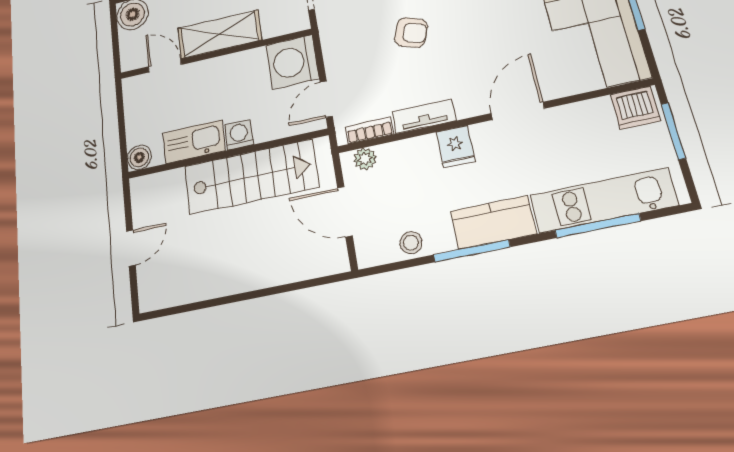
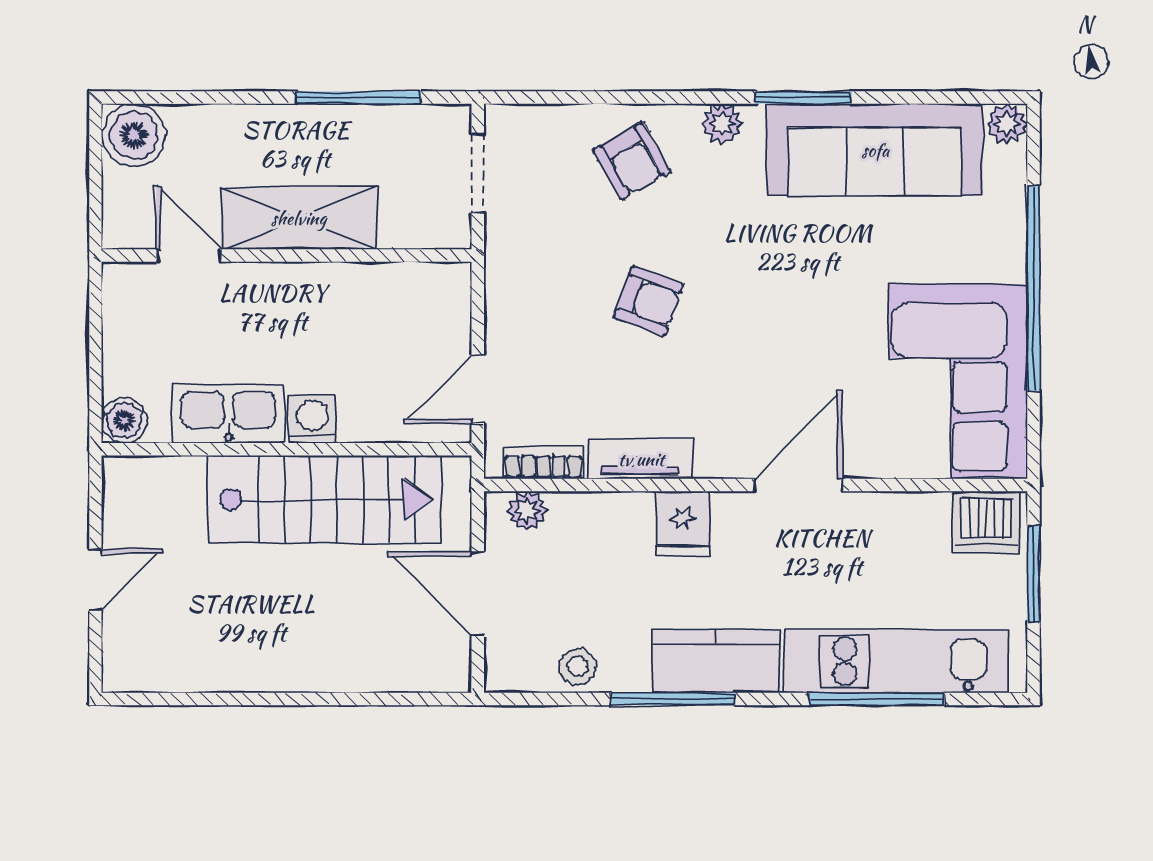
washing machine: (293, 62) -> (428, 305), removed

